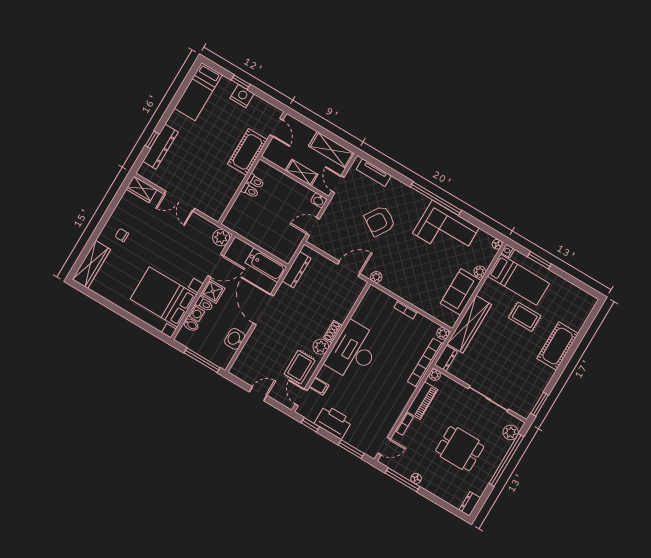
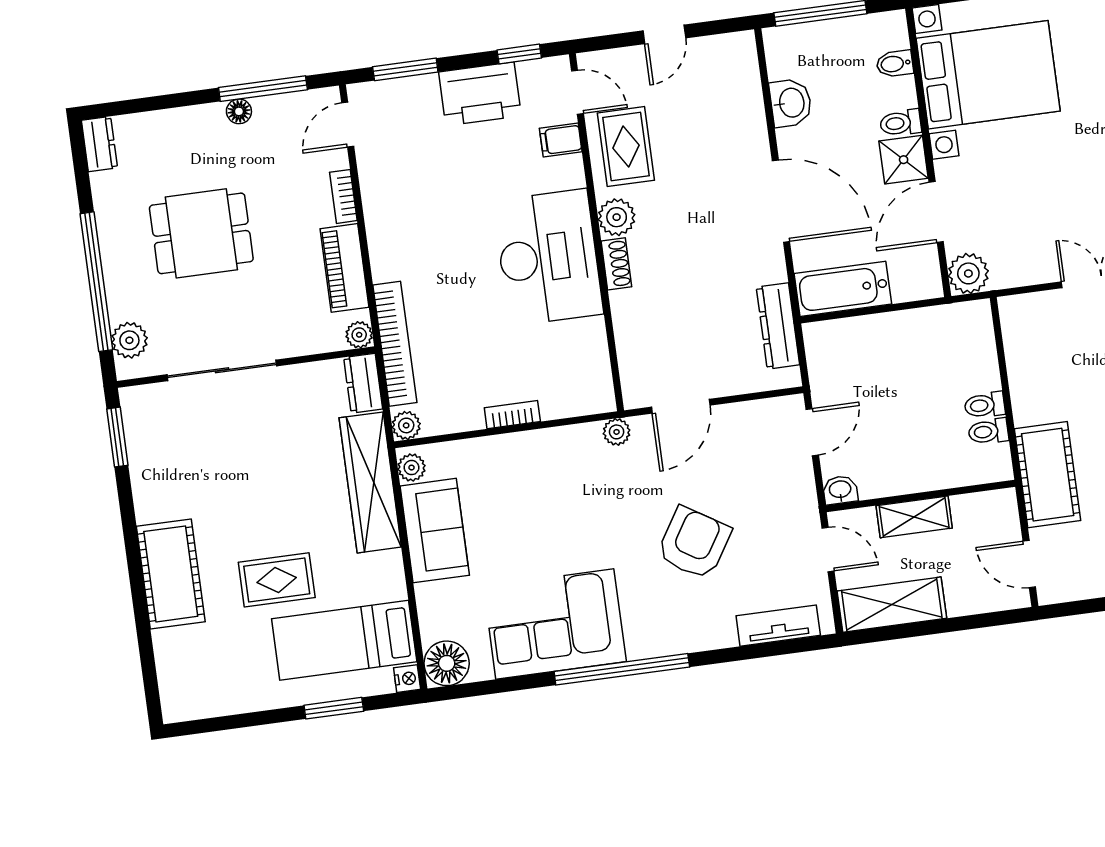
floor lamp: (497, 244) -> (447, 663), width x1.89, depth x1.89
plant: (480, 272) -> (411, 468), moved
washing machine: (196, 313) -> (902, 93), removed

